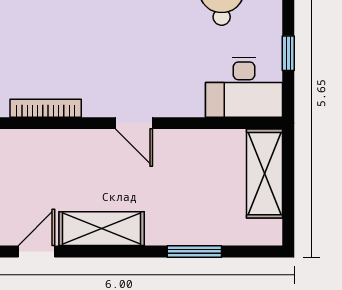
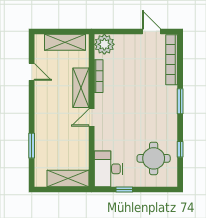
shelving: (102, 229) -> (81, 88), moved

